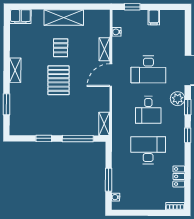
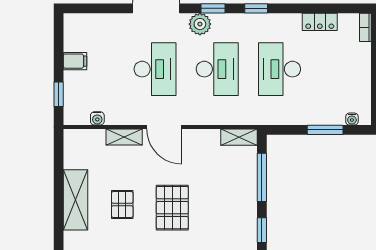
pallet: (61, 48) -> (122, 205), turned 90
pallet: (58, 80) -> (172, 208), turned 90
desk: (148, 110) -> (217, 69), width x1.37

